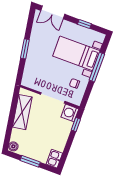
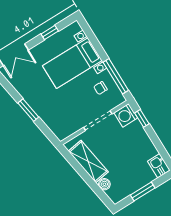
window: (97, 67) -> (116, 76), moved
boiler: (13, 146) -> (104, 184), moved

